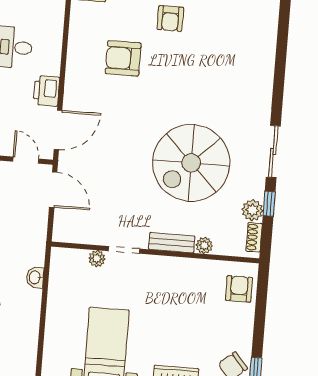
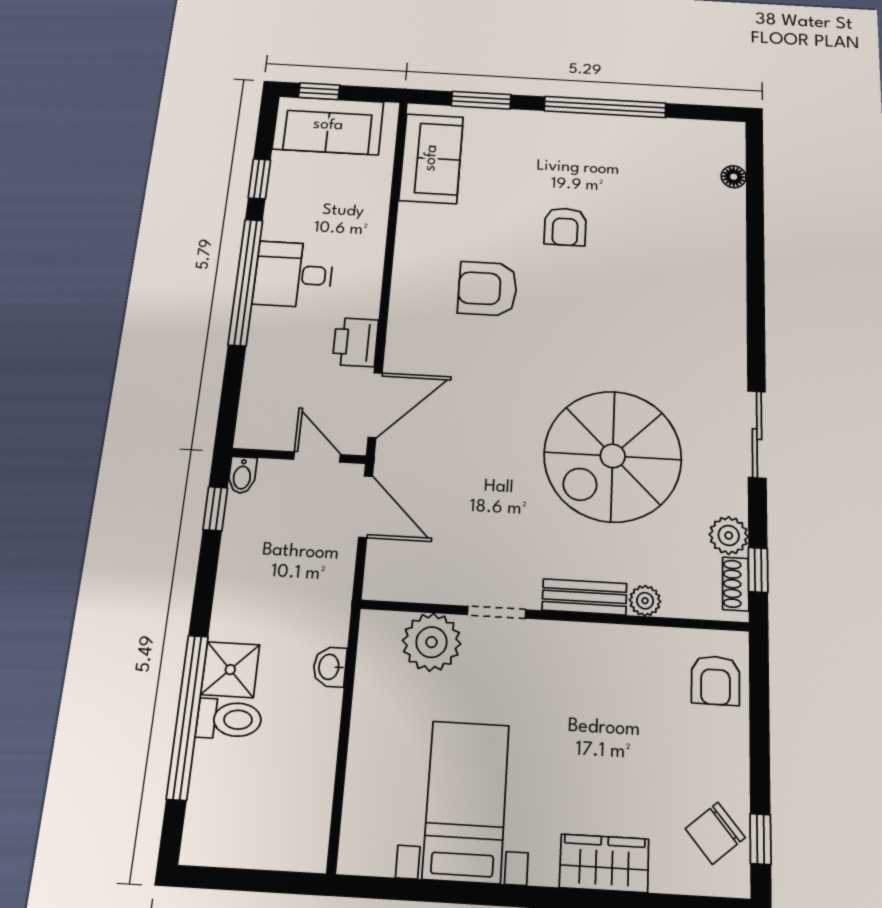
window: (269, 204) -> (758, 570), moved
plant: (97, 259) -> (432, 642), width x1.88, depth x1.88
armchair: (239, 289) -> (715, 680), turned 180

